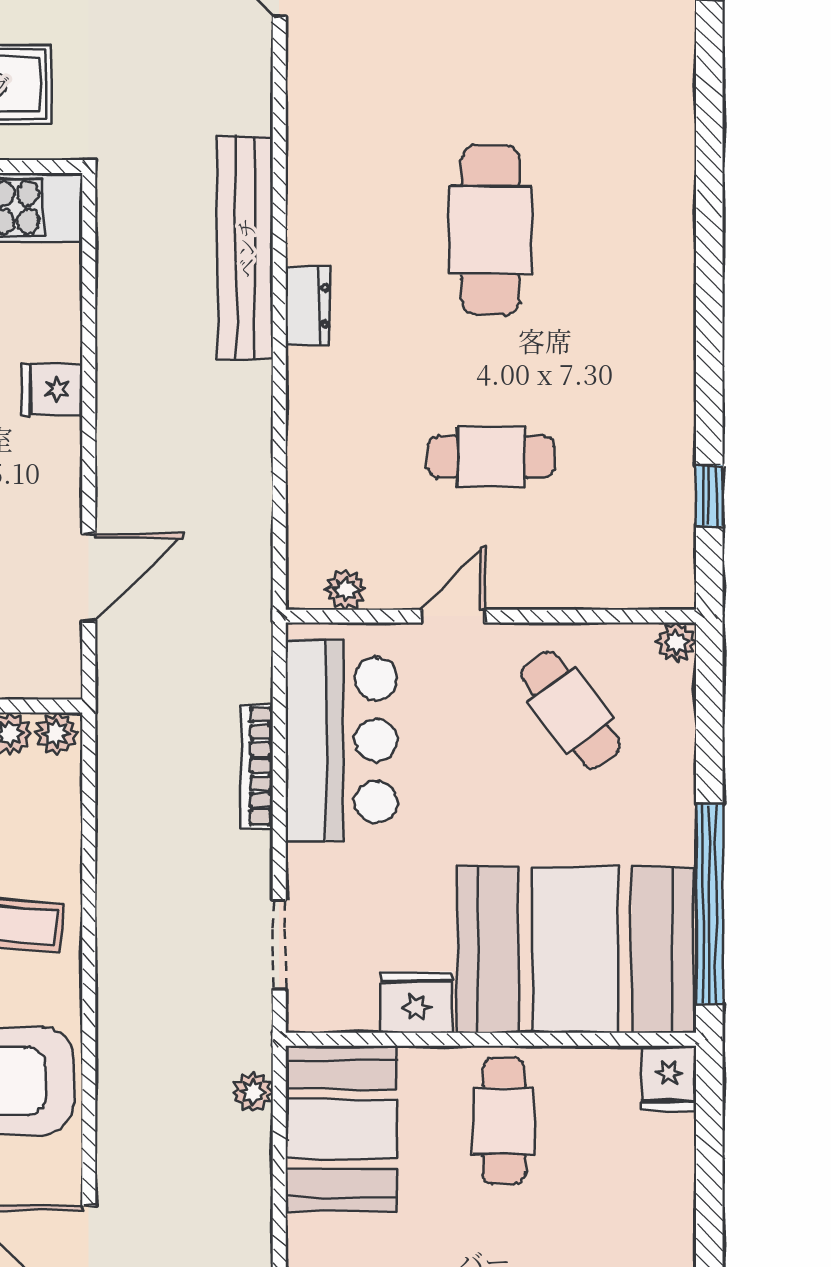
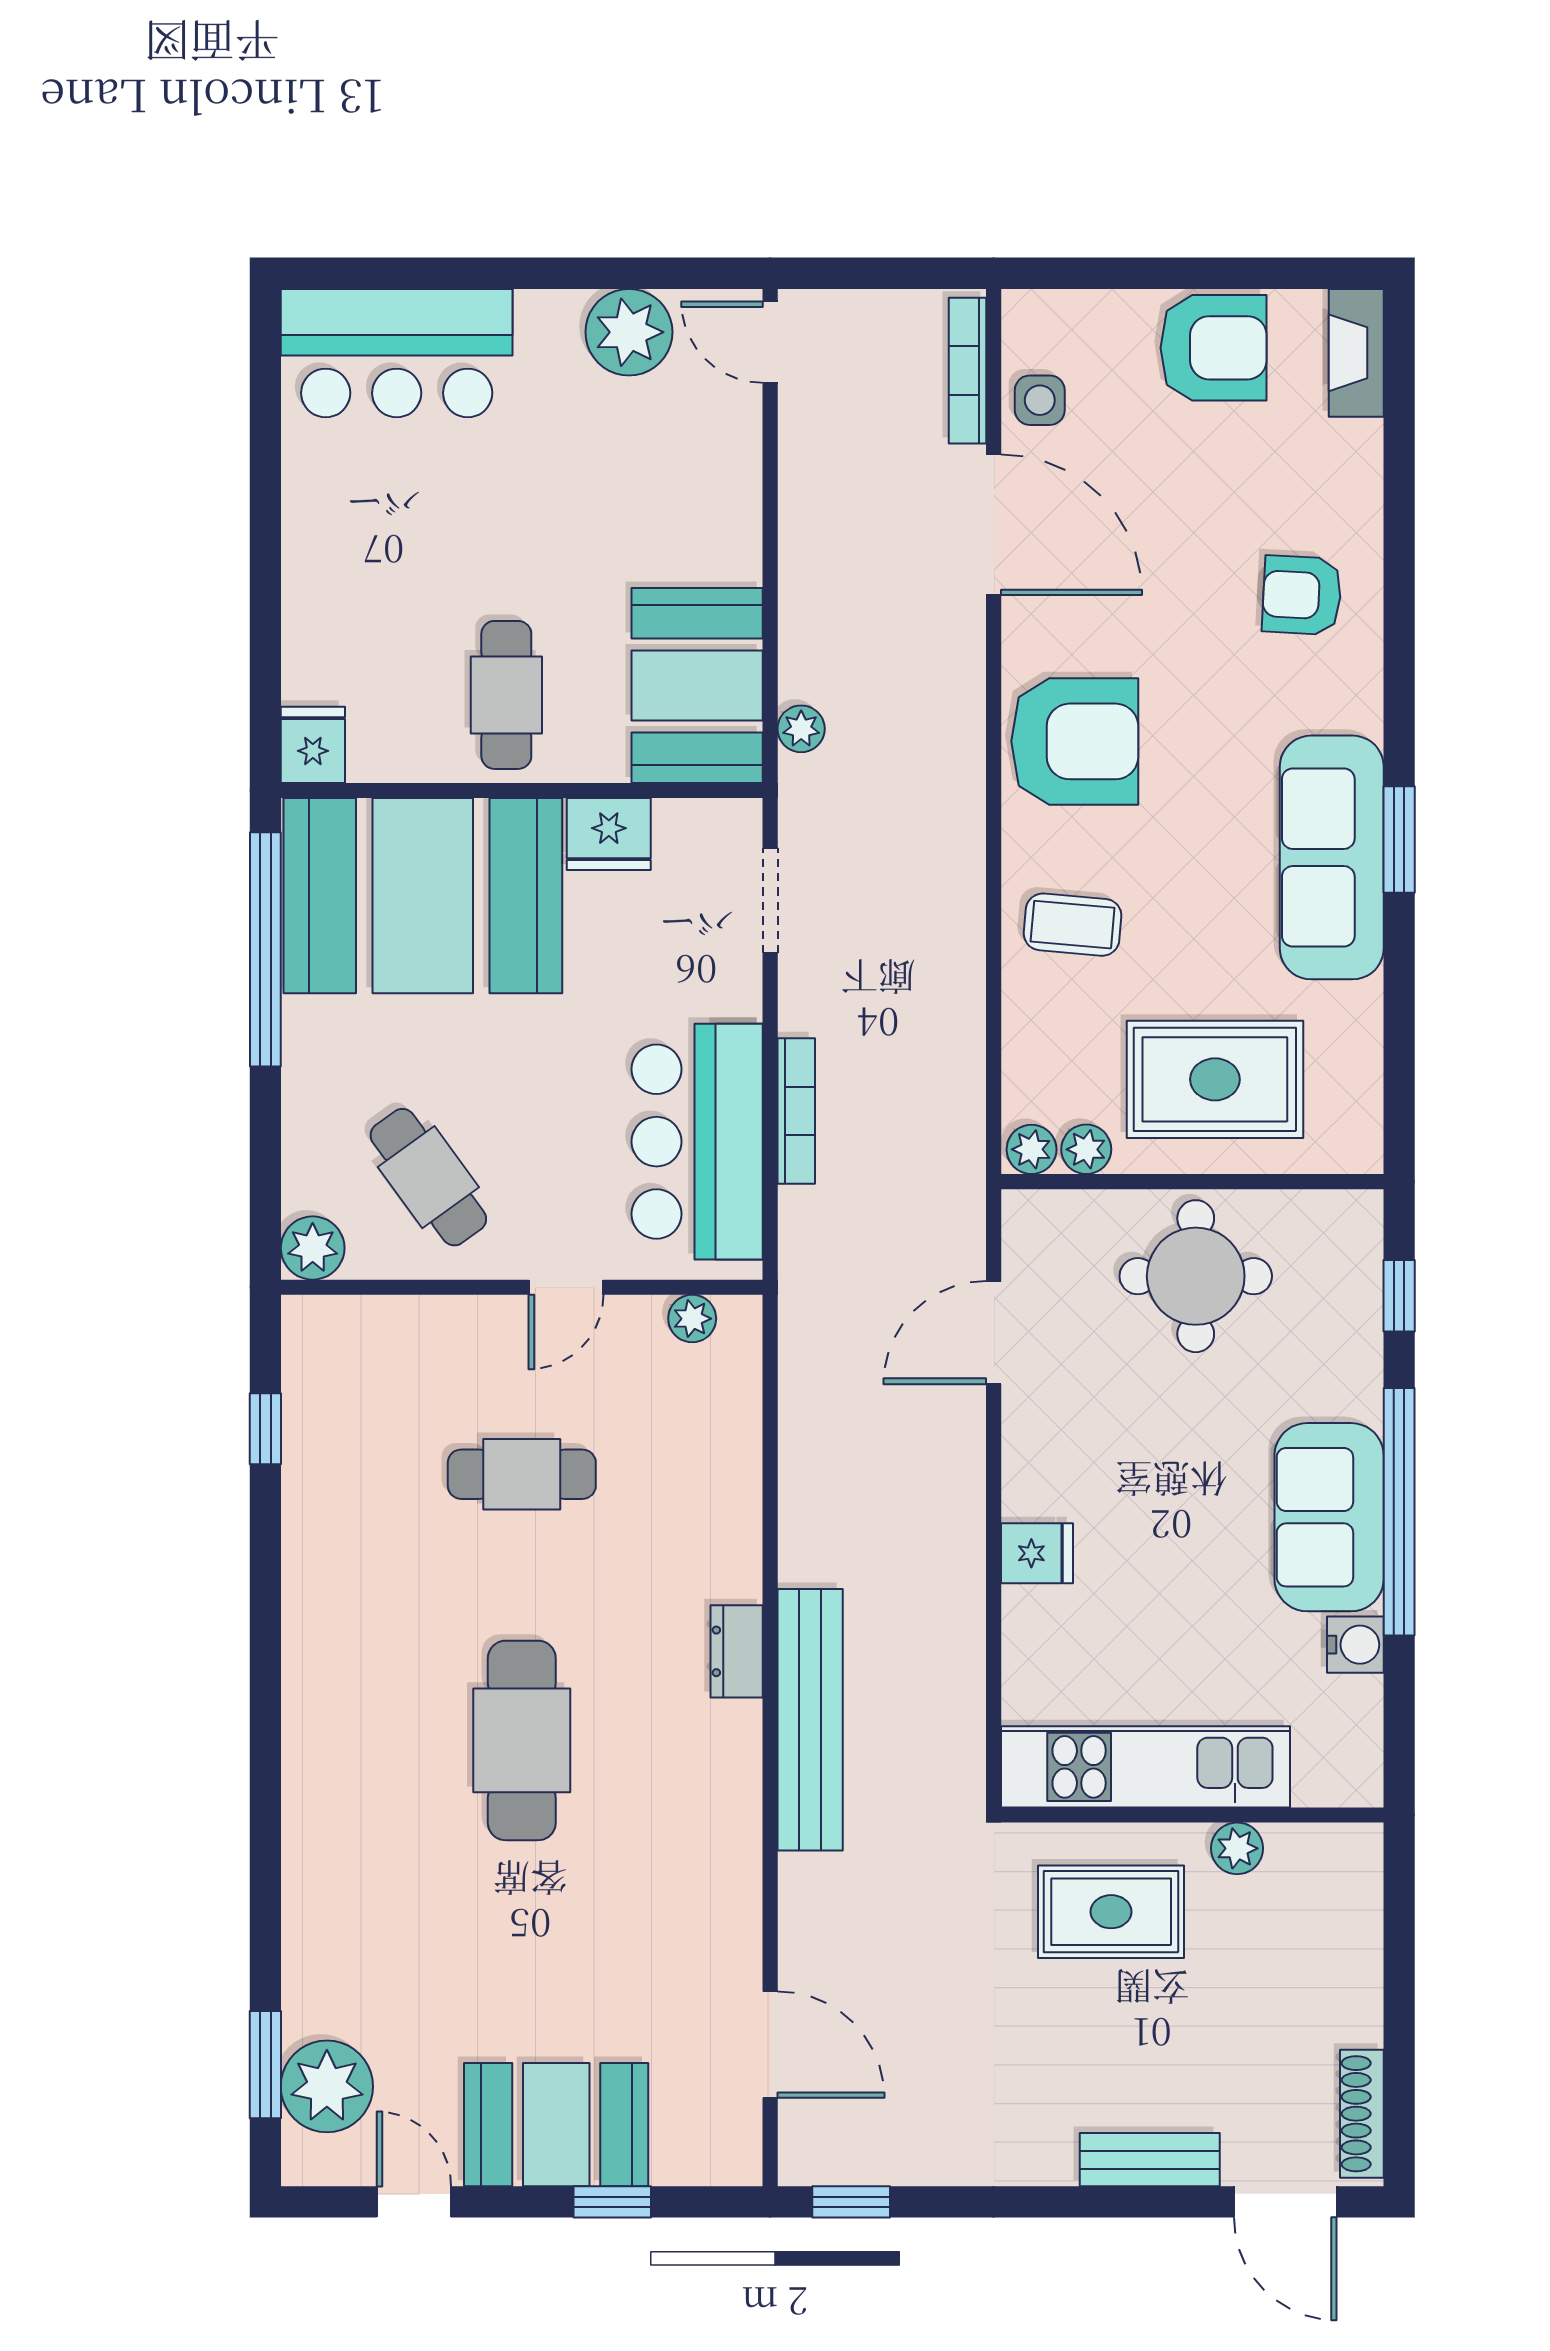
plant: (676, 642) -> (313, 1248), width x1.38, depth x1.38

